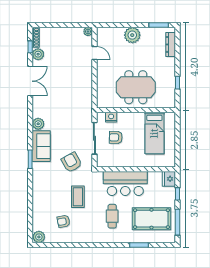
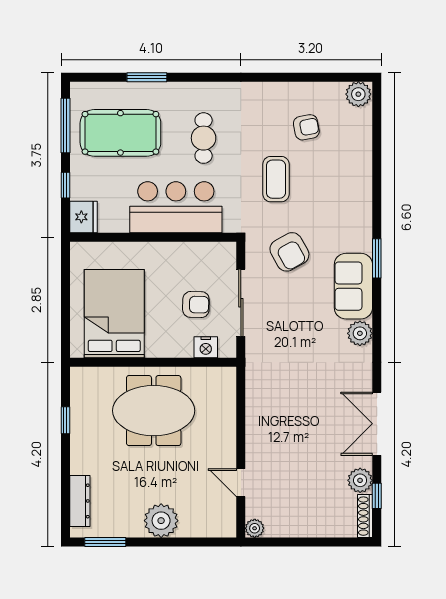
bed: (154, 133) -> (114, 314), width x1.50

